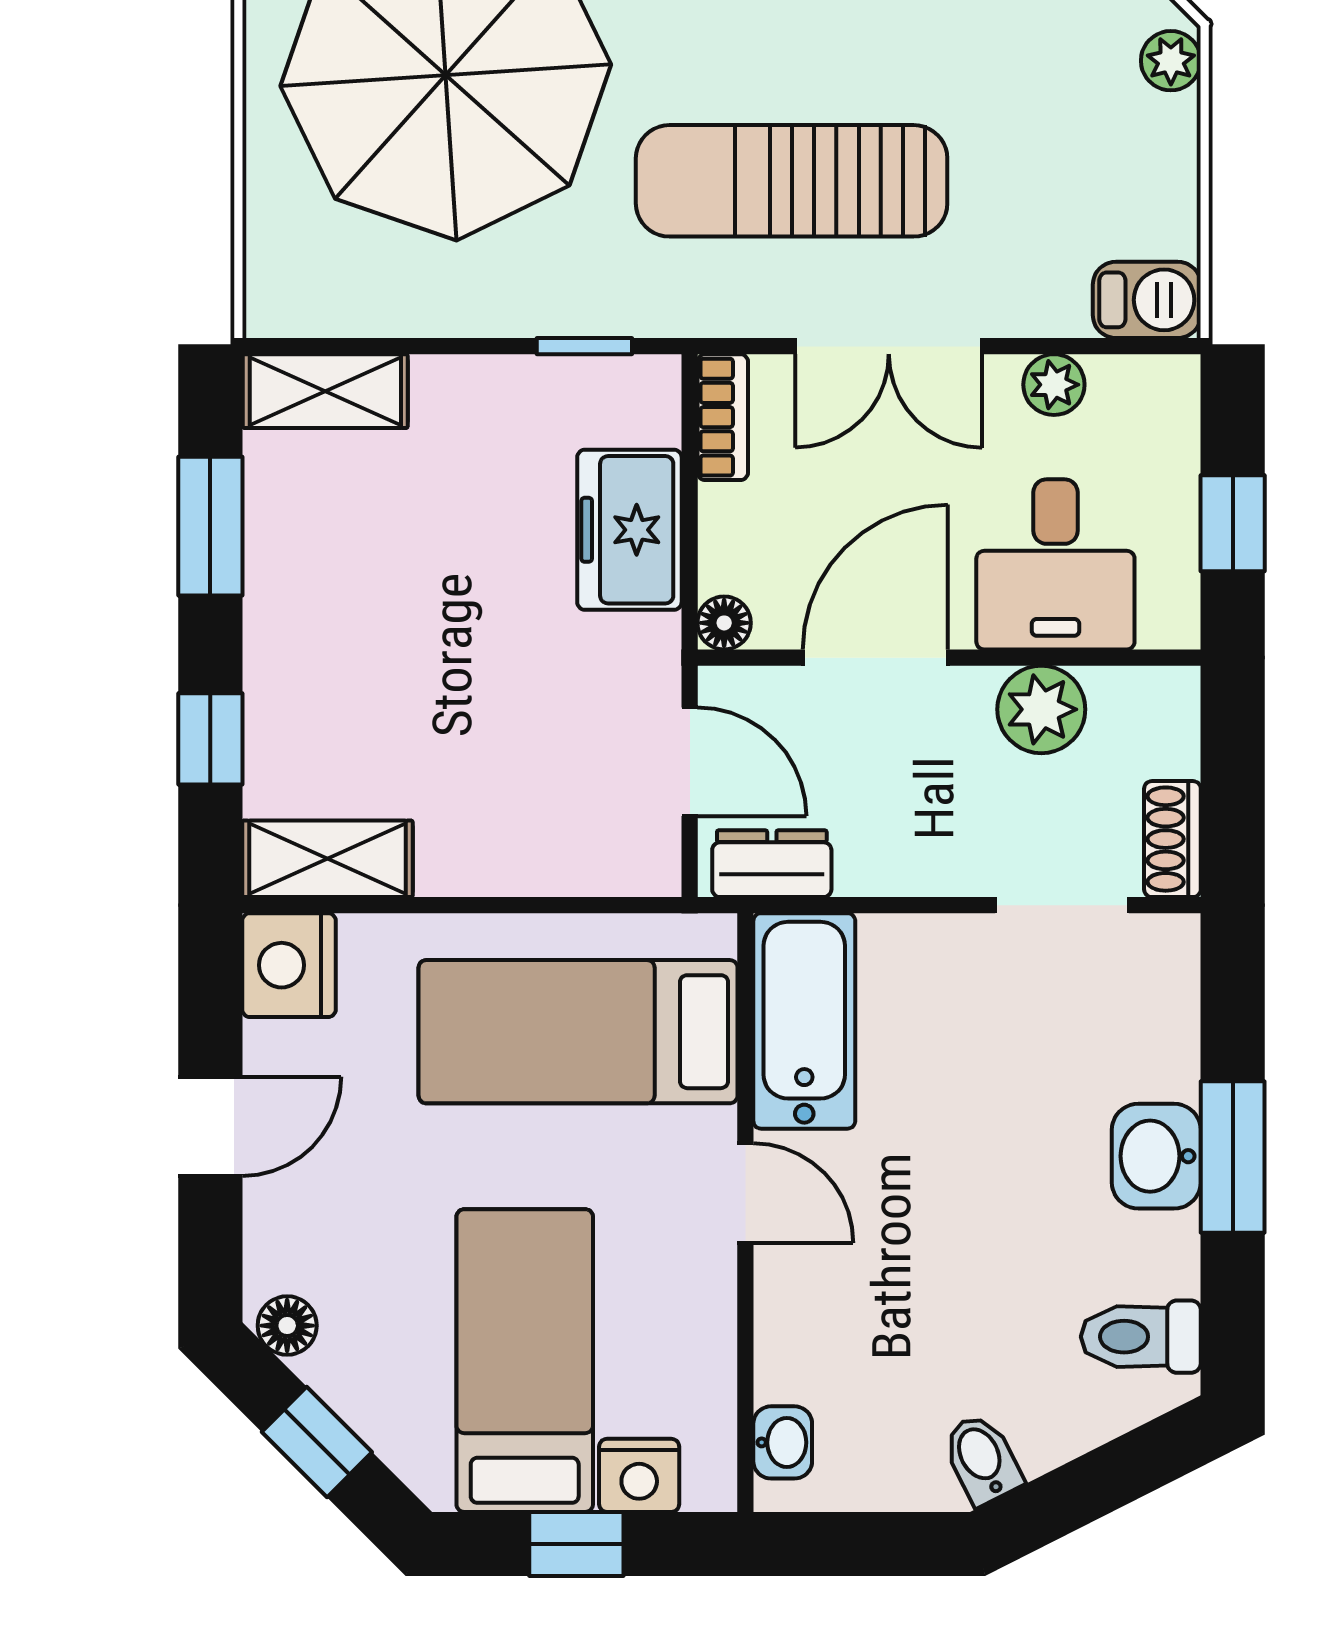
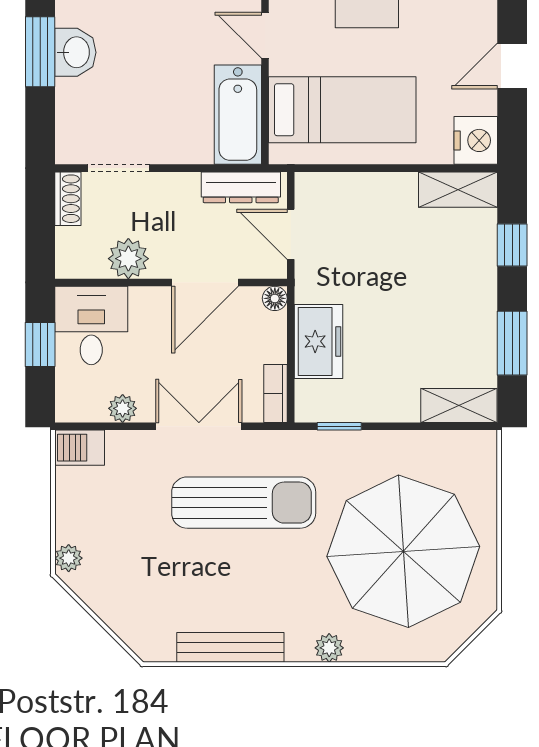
desk: (1055, 564) -> (91, 325), moved
dresser: (772, 864) -> (241, 187), width x1.44

